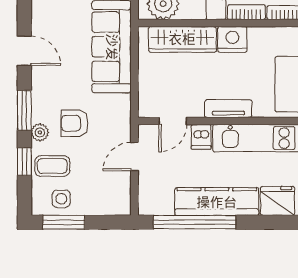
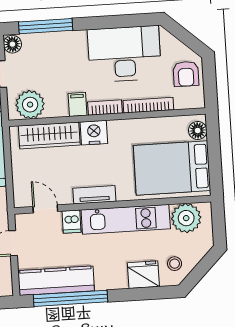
door: (173, 121) -> (45, 209), swing flipped
kitchen counter: (217, 202) -> (56, 281), moved

